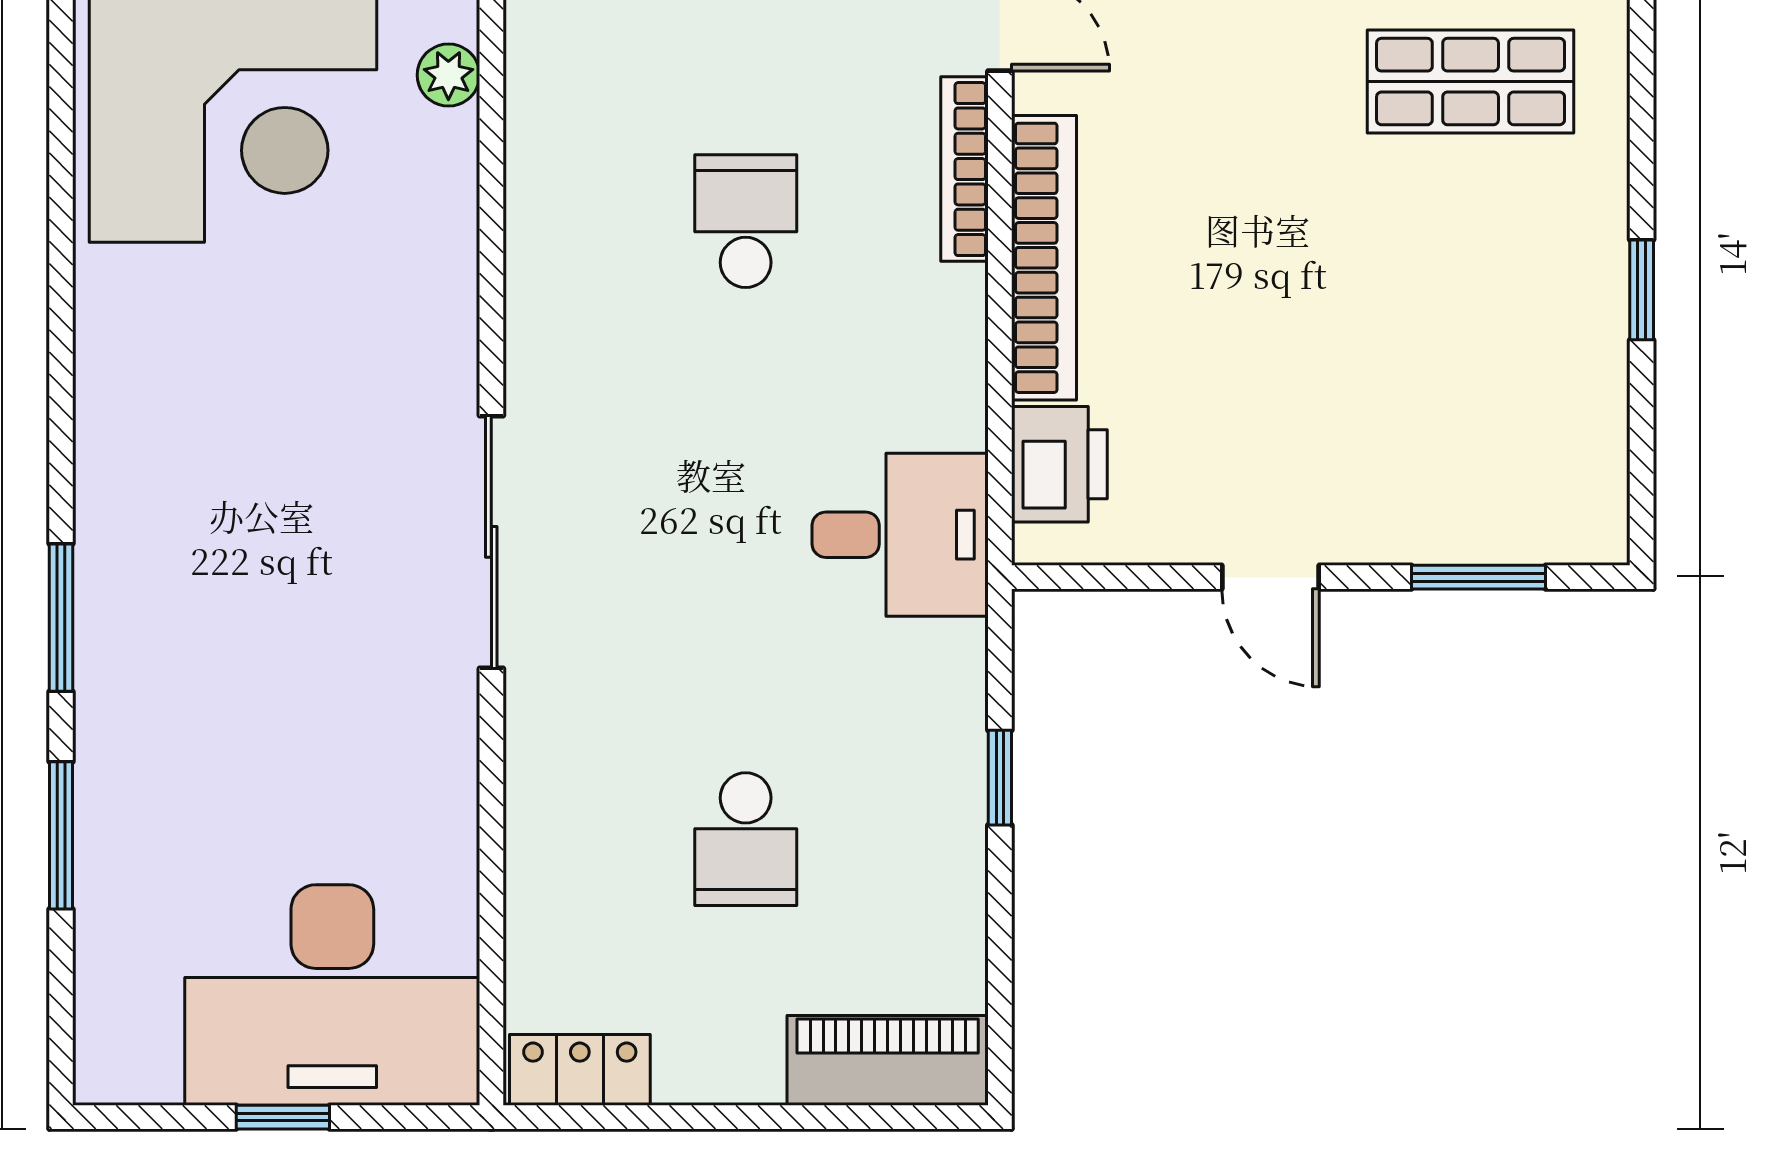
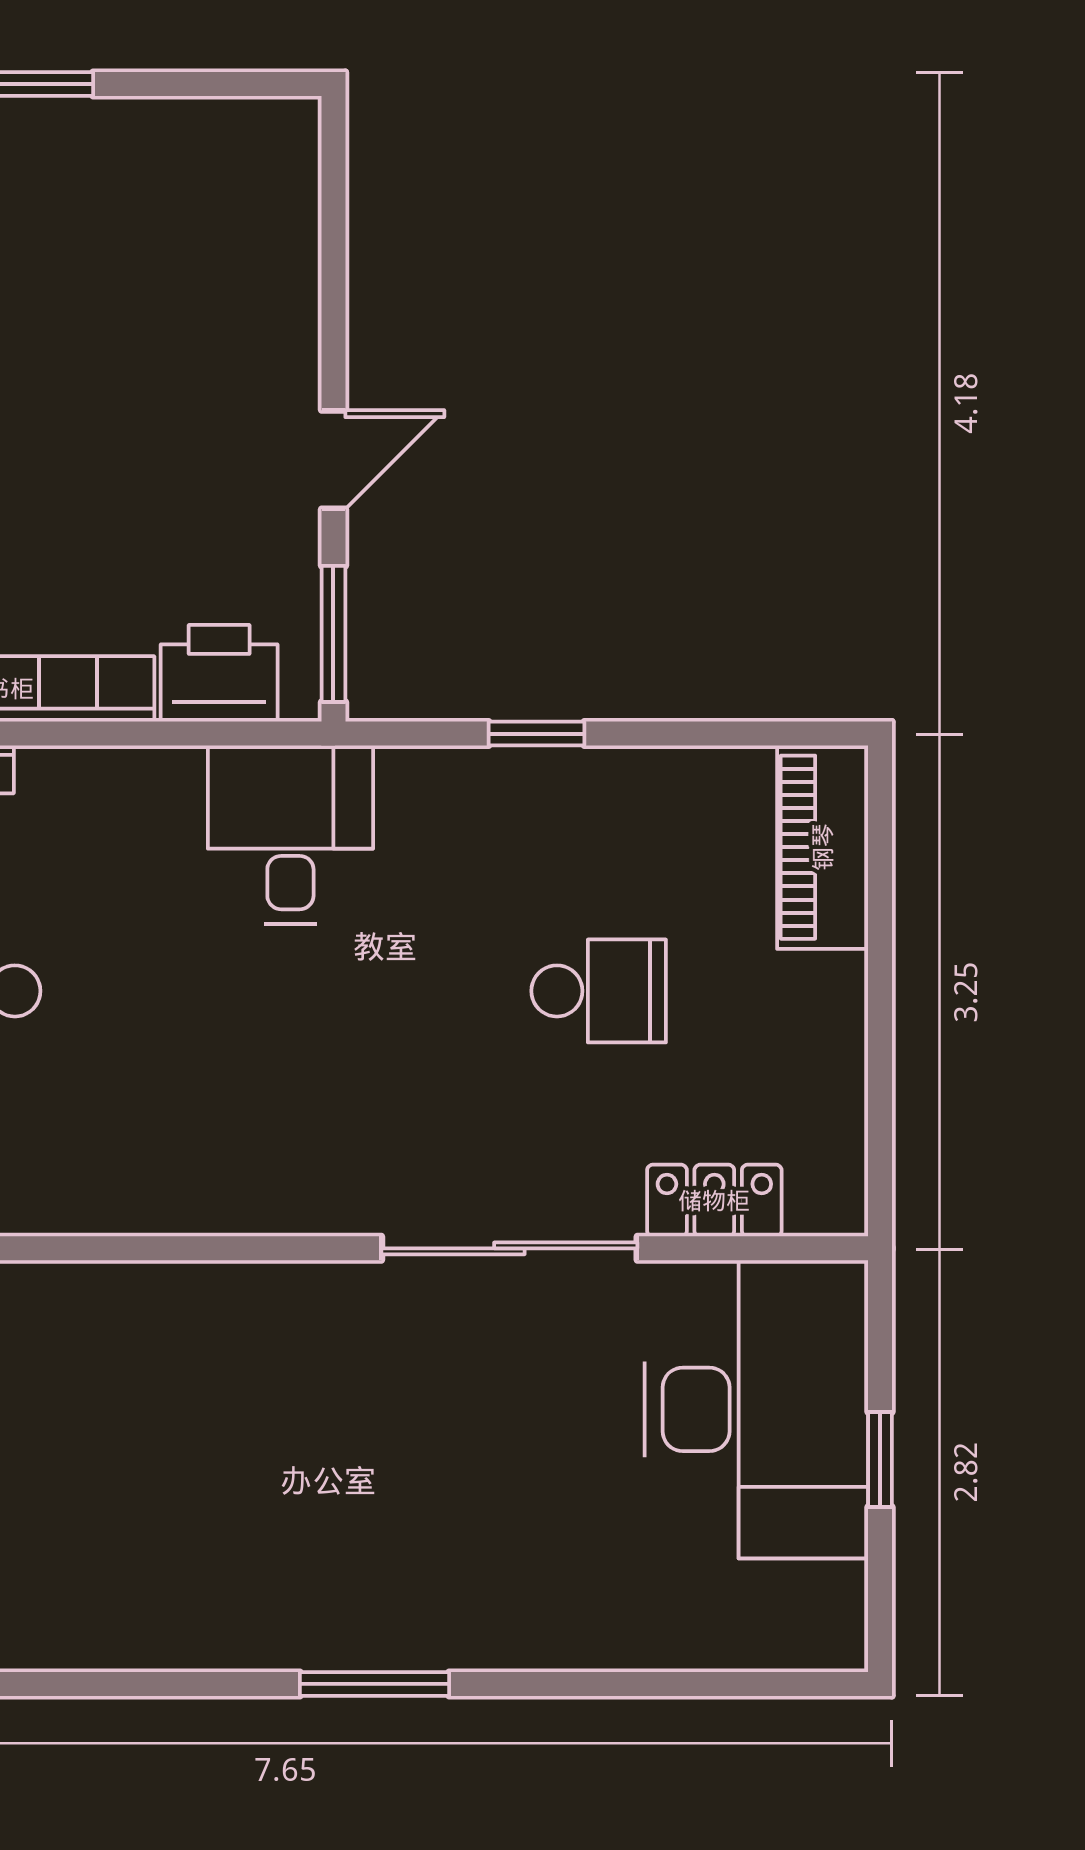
sliding door: (491, 542) -> (509, 1248), moved
window: (1478, 577) -> (333, 634), moved
window: (61, 835) -> (595, 1684), removed
locker: (580, 1070) -> (714, 1201), moved, turned 90

